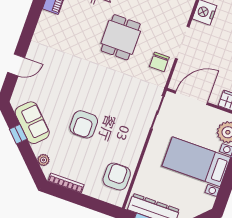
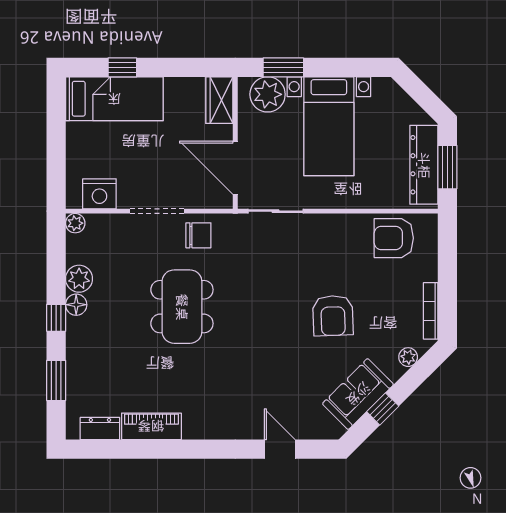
dining table: (121, 37) -> (182, 307), width x1.38
armchair: (84, 124) -> (333, 316), turned 88

